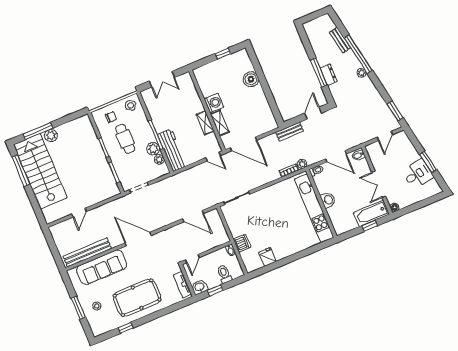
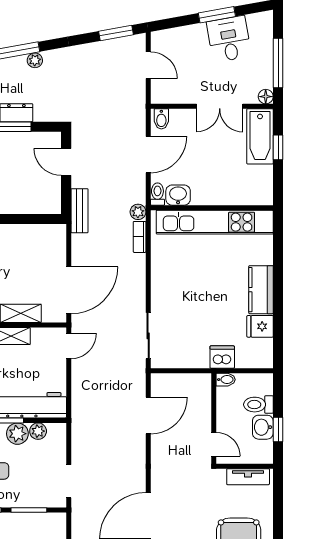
washbasin: (328, 200) -> (178, 195), moved
window: (416, 206) -> (278, 63), added
kitchen counter: (288, 249) -> (261, 290), added
washbasin: (200, 287) -> (263, 427), moved

